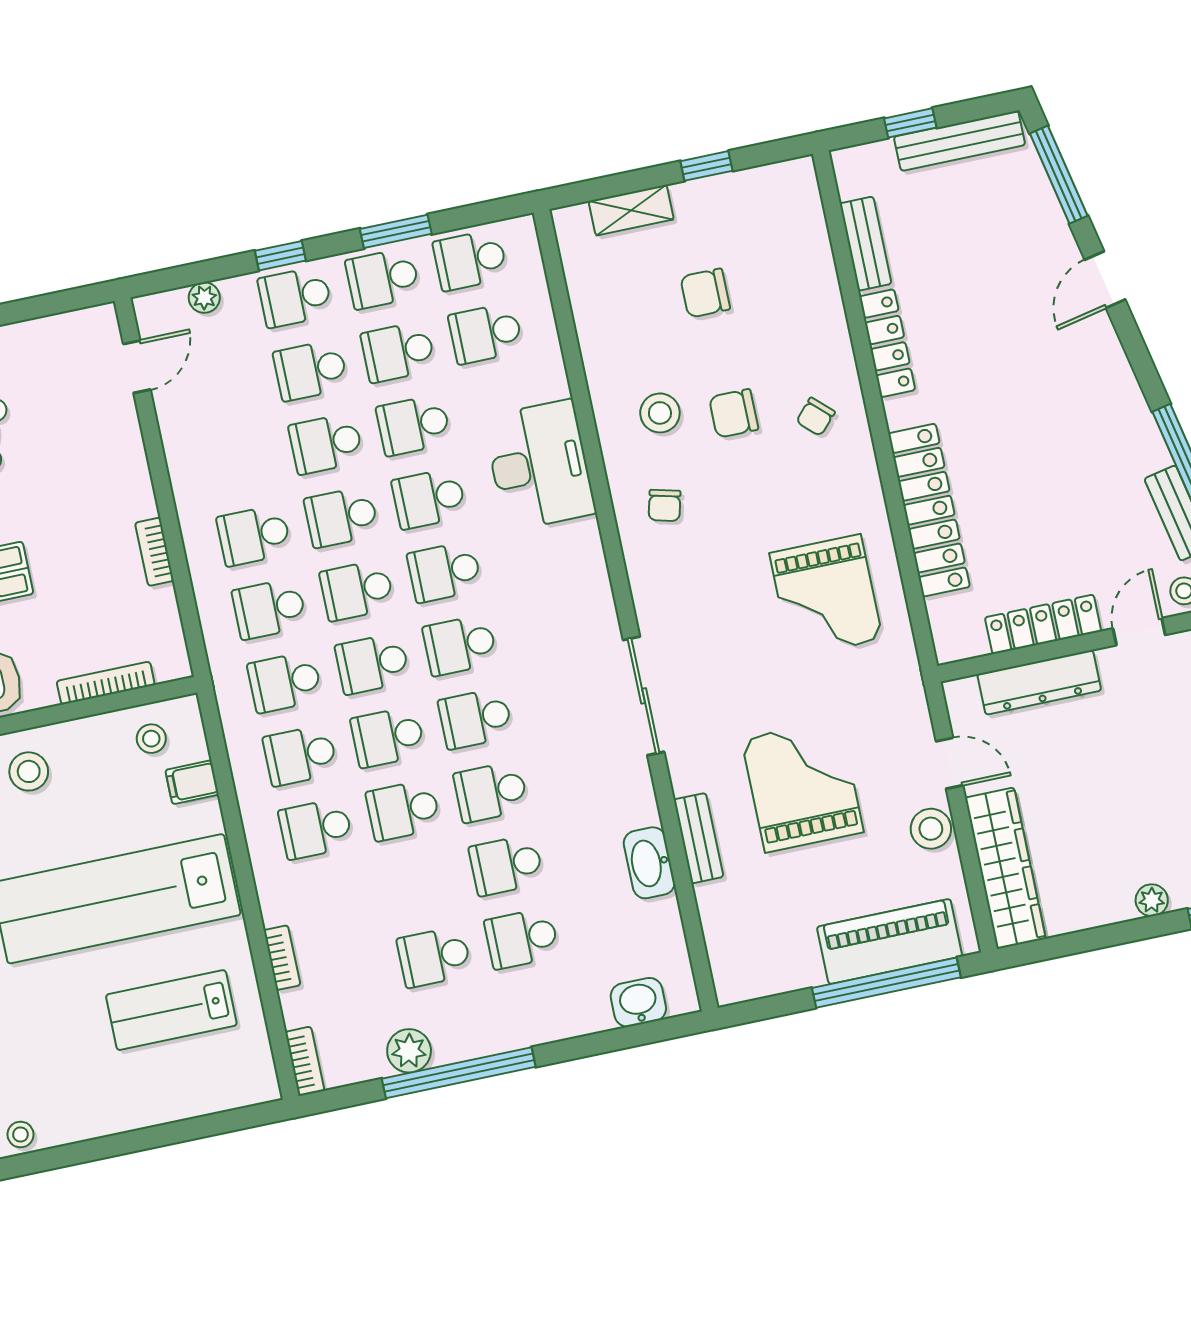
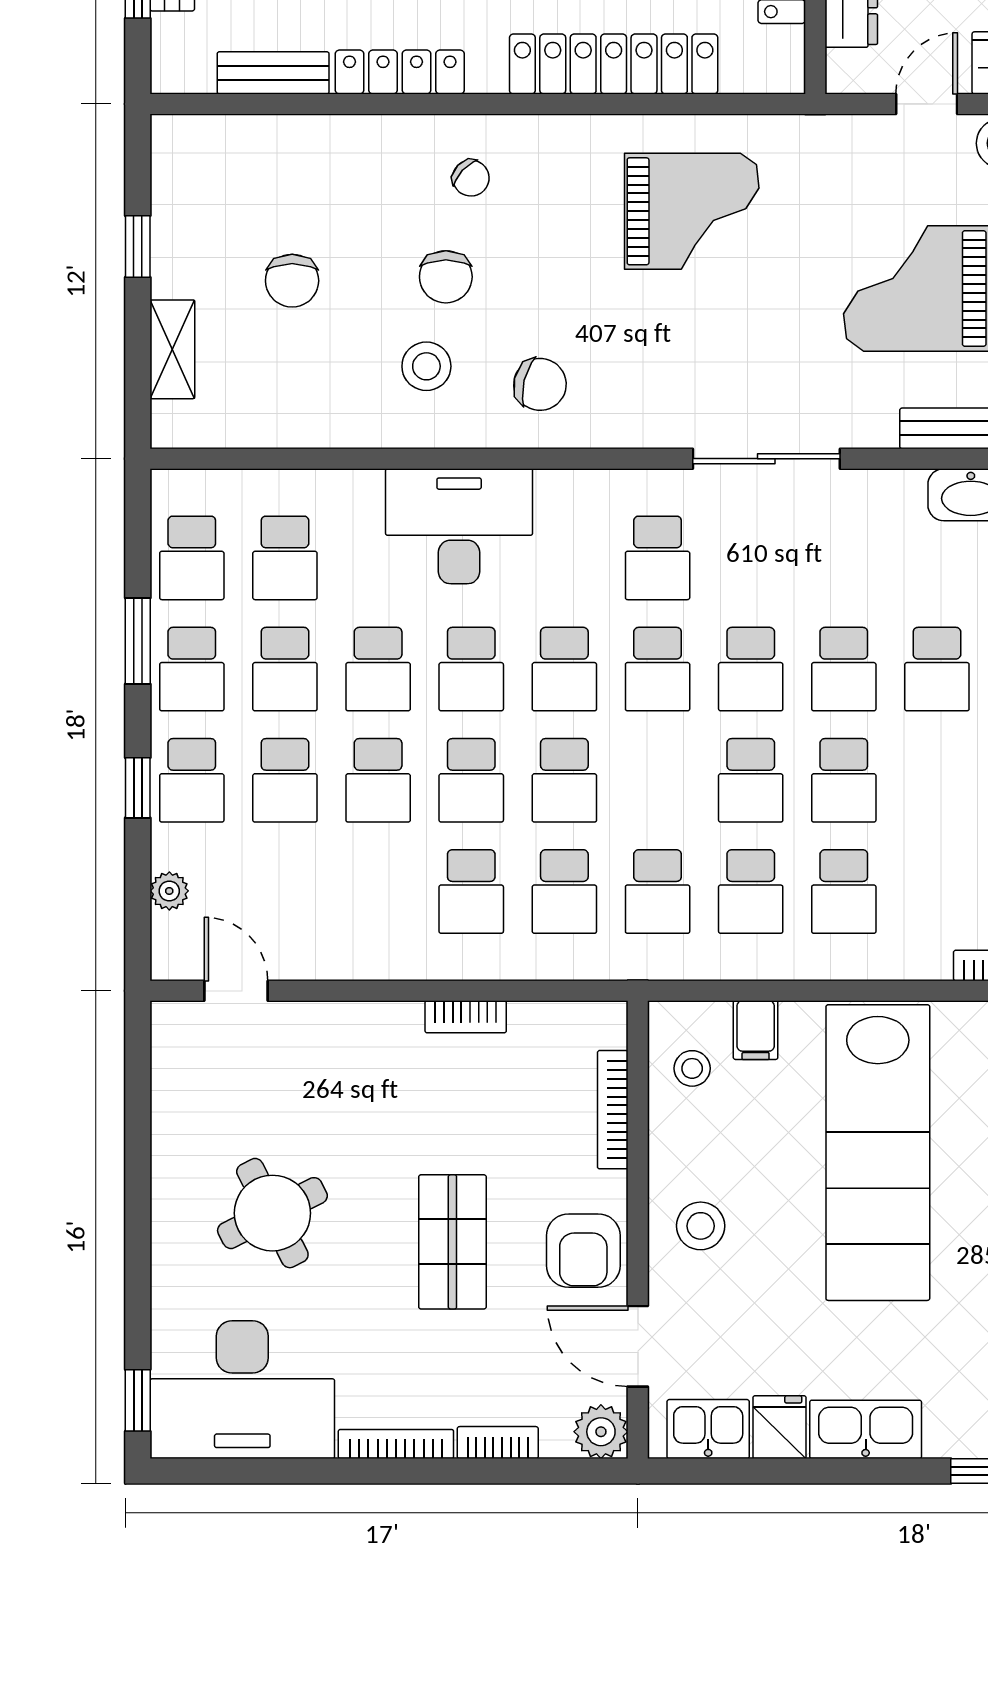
chair: (665, 505) -> (540, 384), width x1.37, depth x1.37
school desk: (372, 664) -> (658, 558), moved

